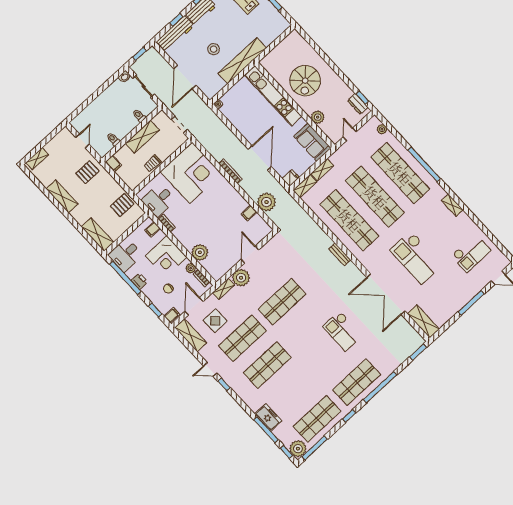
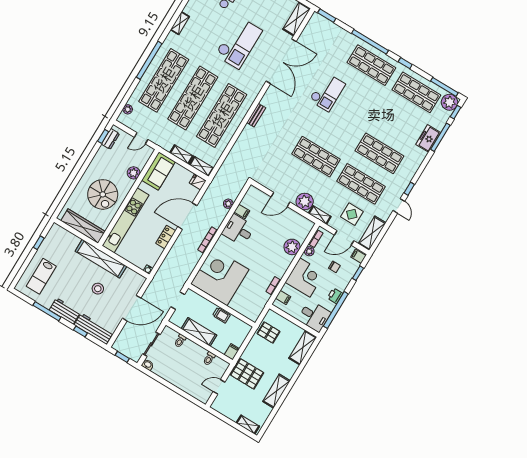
wardrobe: (279, 52) -> (83, 226), added
spiral stairs: (305, 81) -> (103, 194), turned 90
locker: (245, 131) -> (166, 237), added
pallet: (87, 172) -> (247, 374), width x1.50, depth x1.42
desk: (158, 200) -> (238, 230), moved, turned 180
plant: (266, 202) -> (228, 204), width x0.53, depth x0.53

